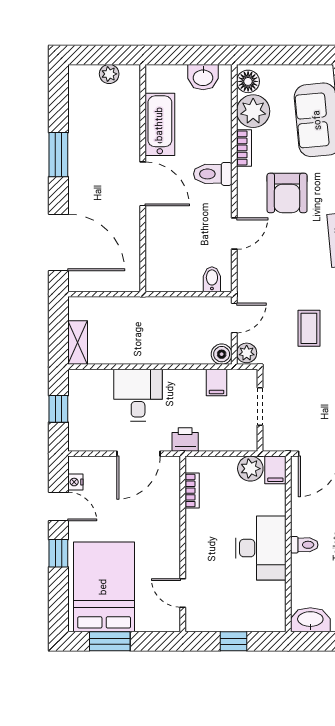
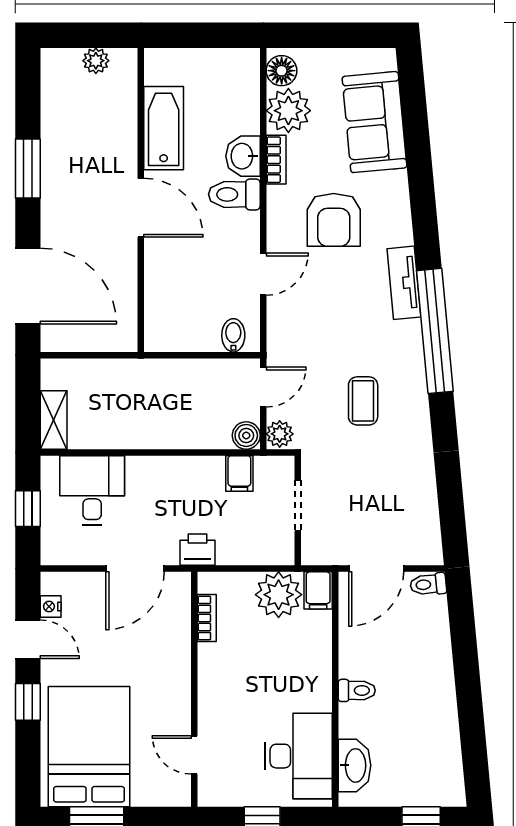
washbasin: (203, 77) -> (243, 156), moved, turned 90
desk: (138, 395) -> (92, 490), moved
plant: (250, 469) -> (279, 595), width x1.36, depth x1.36
desk: (261, 548) -> (299, 756), moved
washbasin: (310, 620) -> (355, 765), moved, turned 90

